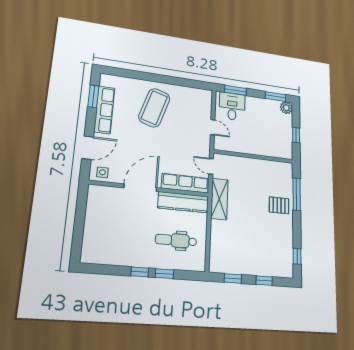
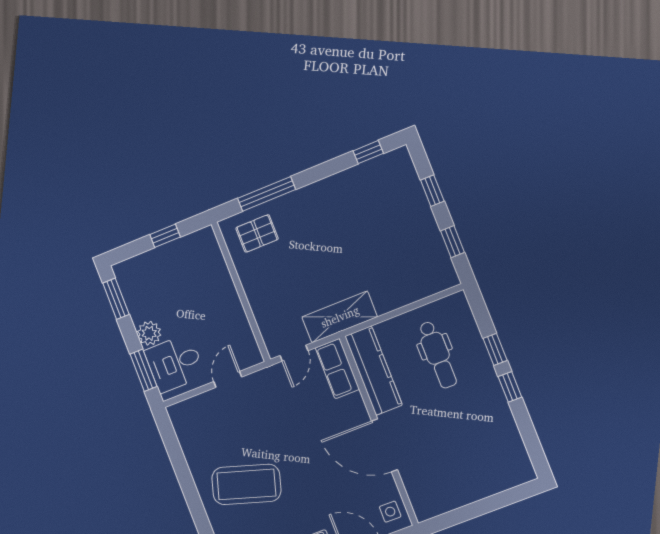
plant: (286, 108) -> (149, 333), moved
row of seats: (185, 183) -> (337, 369), width x0.68
pallet: (279, 205) -> (257, 233), moved, turned 90

